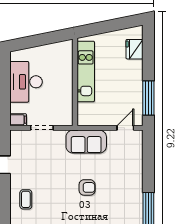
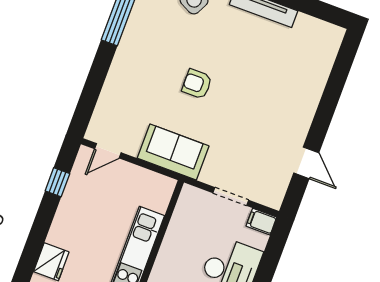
window: (148, 98) -> (57, 182), width x0.46
coffee table: (26, 199) -> (294, 100), removed

